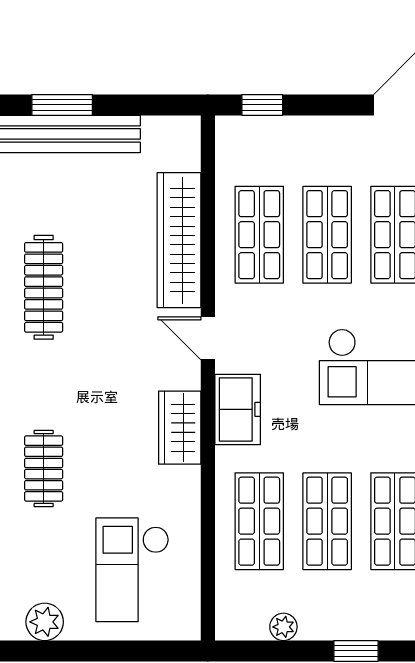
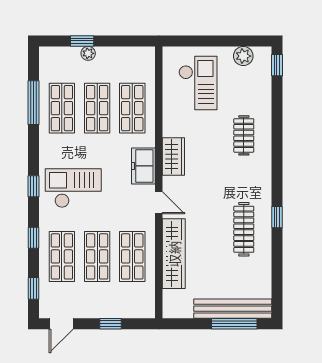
window: (62, 105) -> (234, 324), width x1.44
window: (262, 105) -> (110, 324), moved
plant: (283, 627) -> (88, 53), moved

